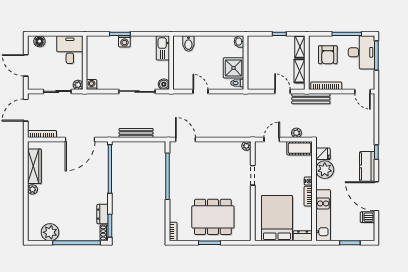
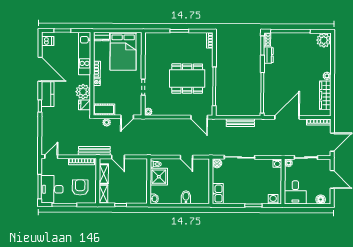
washing machine: (124, 41) -> (273, 199), moved
bidet: (188, 44) -> (186, 197), moved
door: (363, 91) -> (51, 157), hinge flipped
dining table: (213, 217) -> (187, 79), moved
dishwasher: (367, 217) -> (48, 41), moved
plant: (50, 232) -> (324, 40), moved

